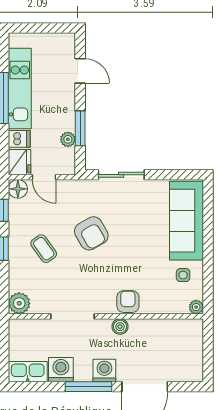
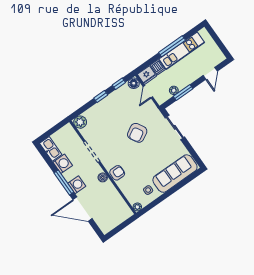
coffee table: (44, 249) -> (114, 115), removed

